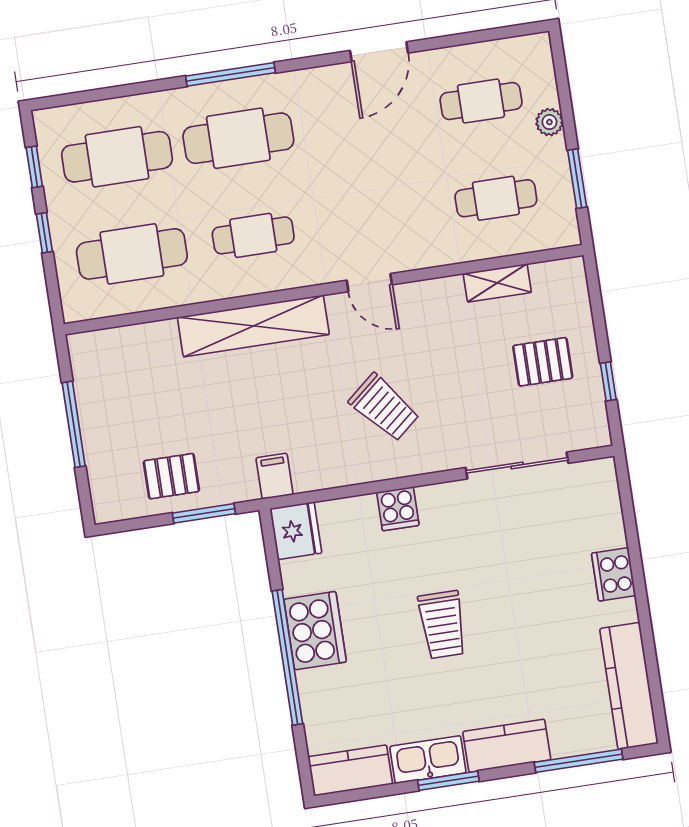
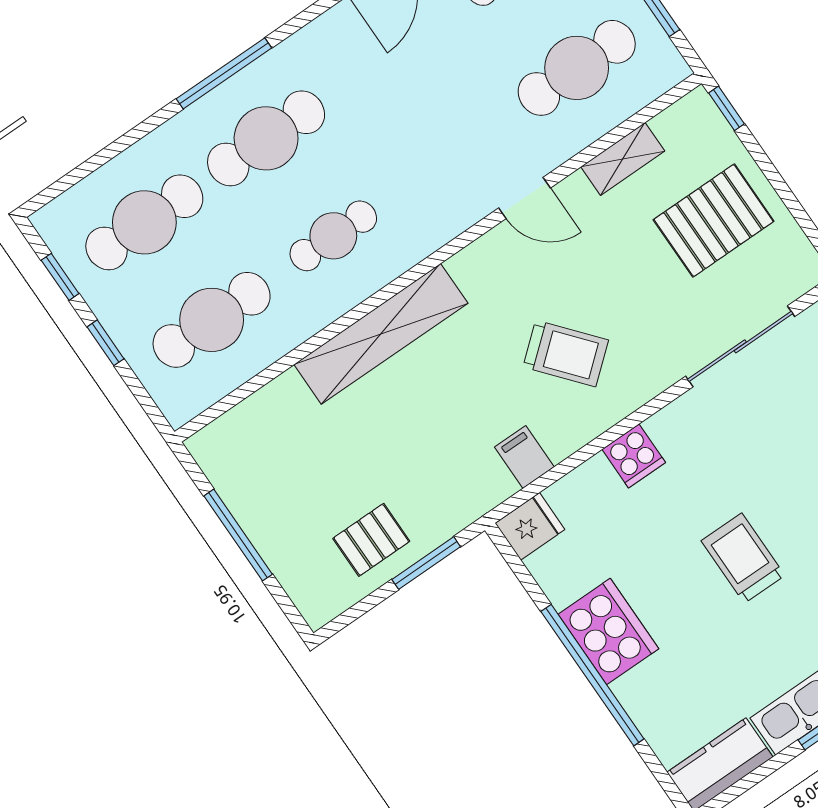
cafe table: (496, 198) -> (577, 68), width x1.37, depth x1.35
door: (369, 283) -> (525, 198), moved
pallet: (543, 362) -> (714, 220), width x1.50, depth x1.42
window: (608, 381) -> (726, 108), moved
filing cabinet: (275, 476) -> (524, 457), moved
fridge: (296, 531) -> (530, 526), width x0.72
trolley: (442, 625) -> (743, 558), turned 180

